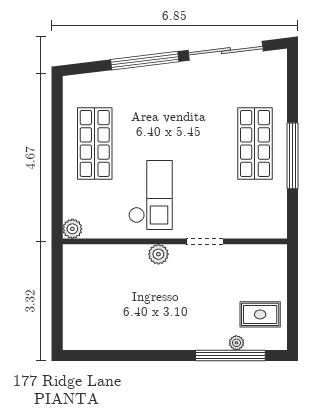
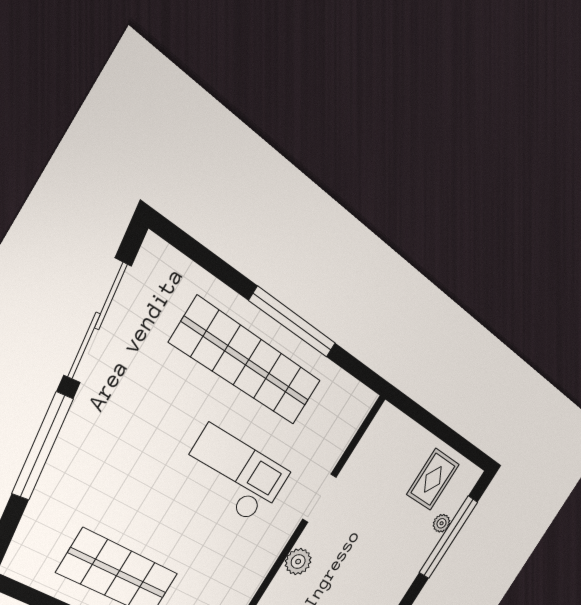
shop shelf: (255, 143) -> (247, 362), width x1.40
checkout: (150, 195) -> (234, 475), moved

